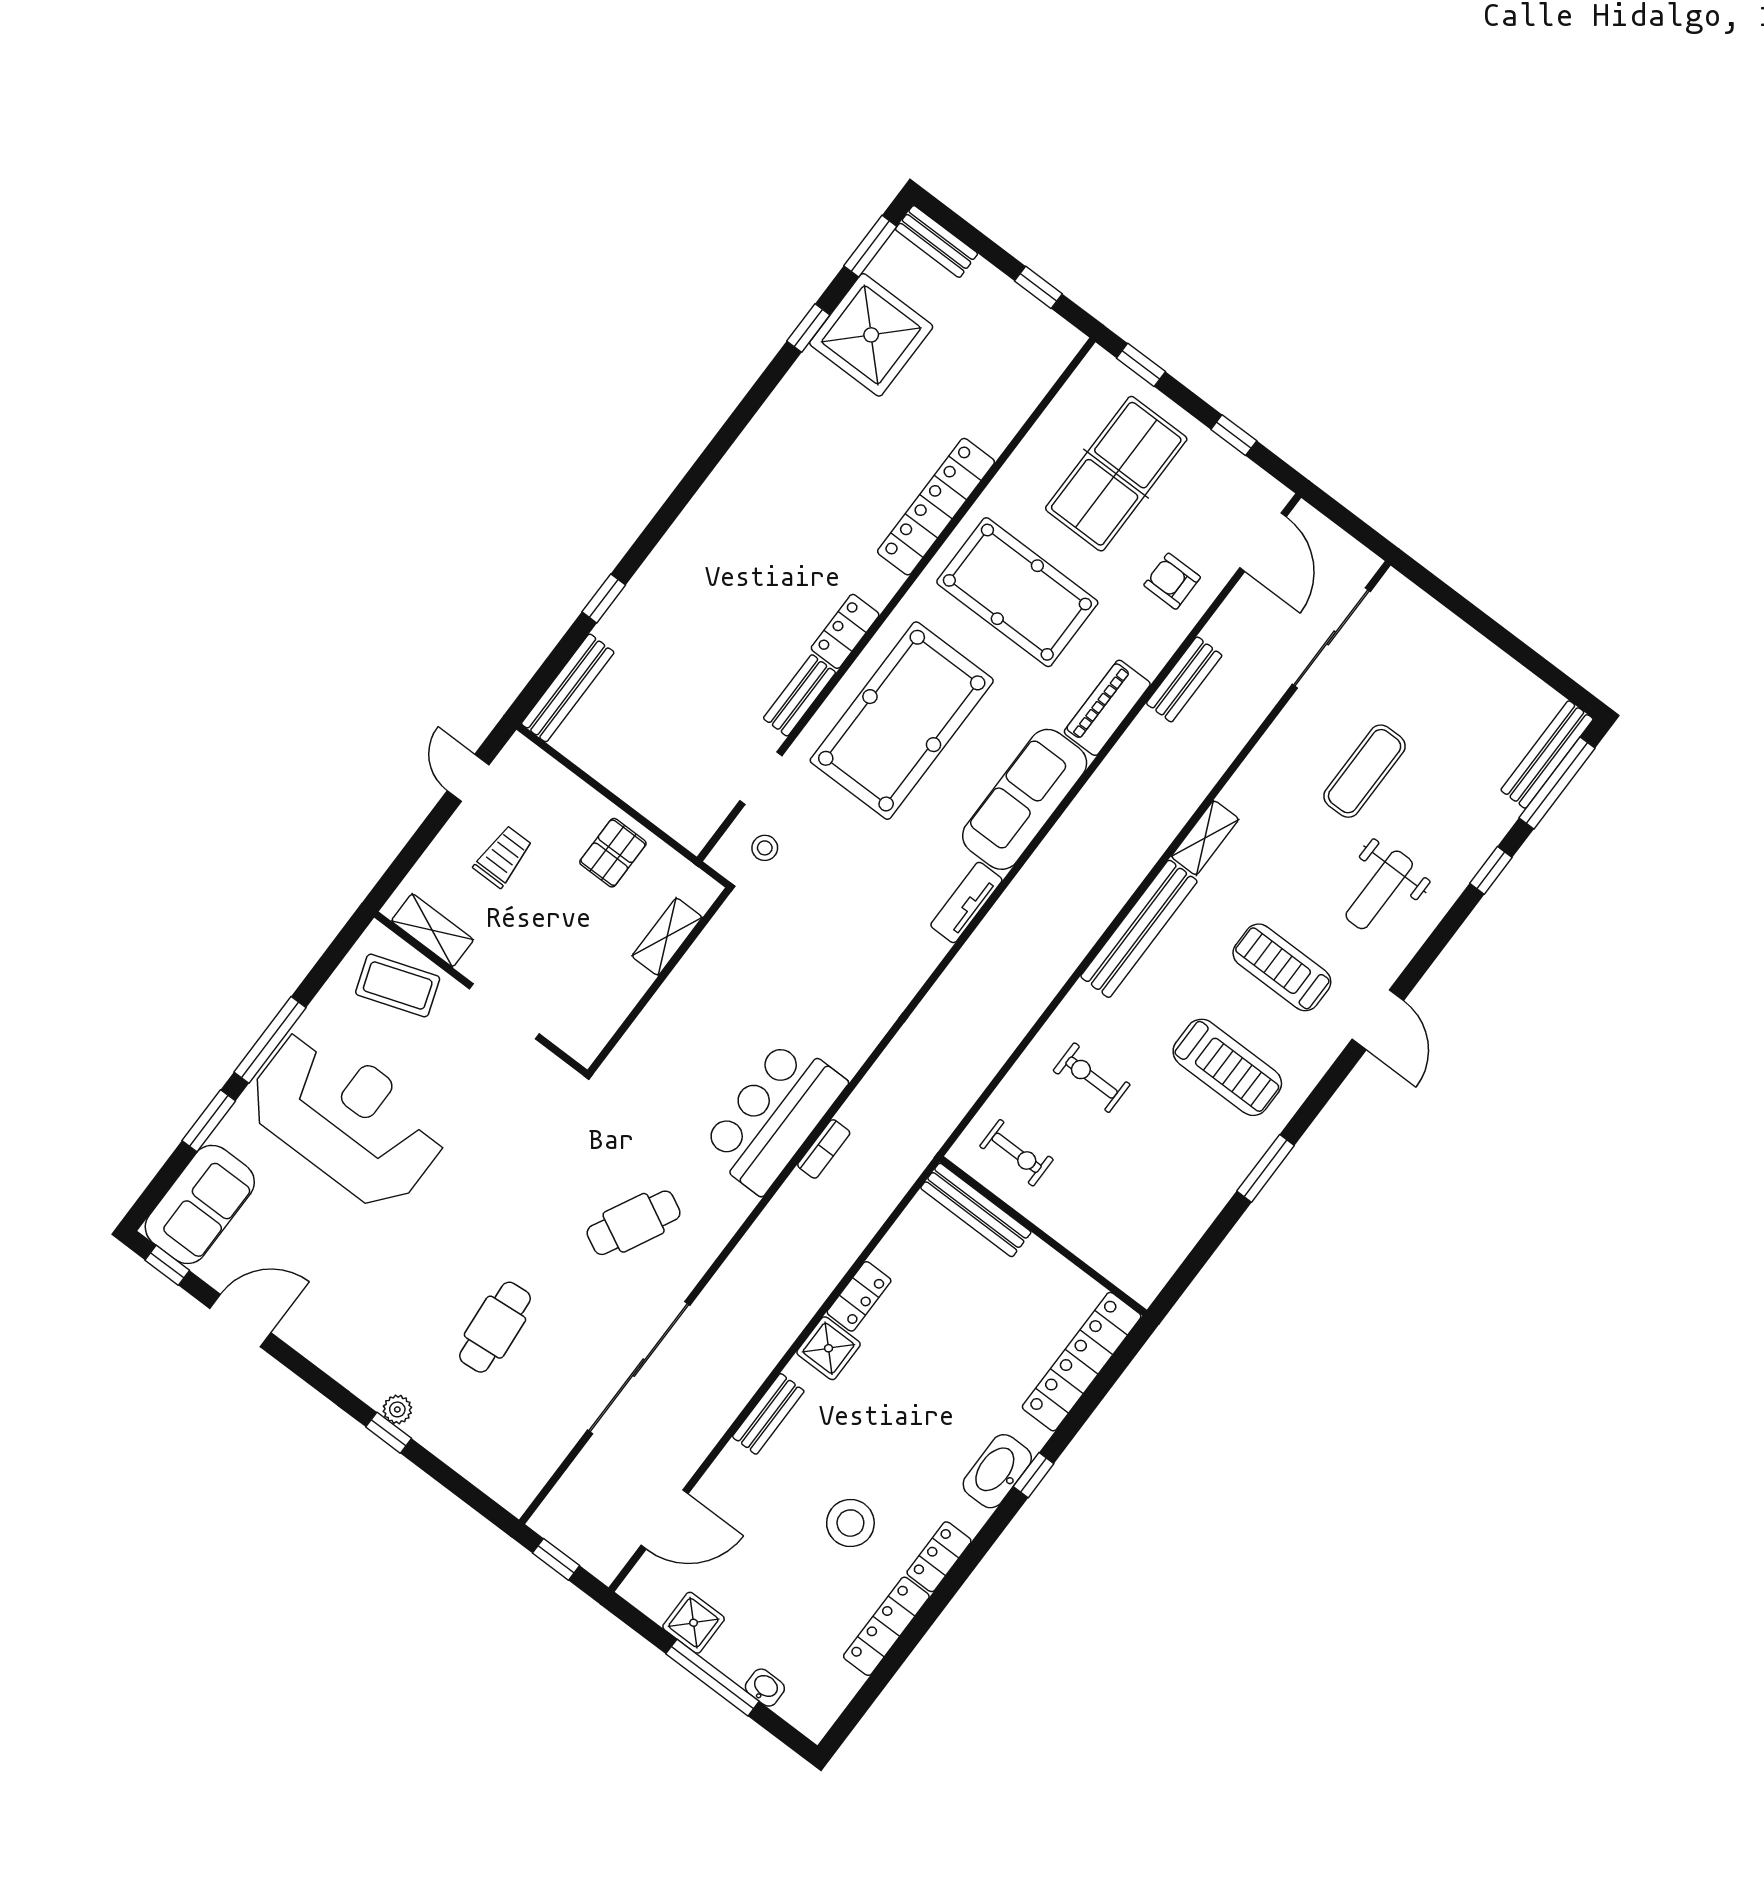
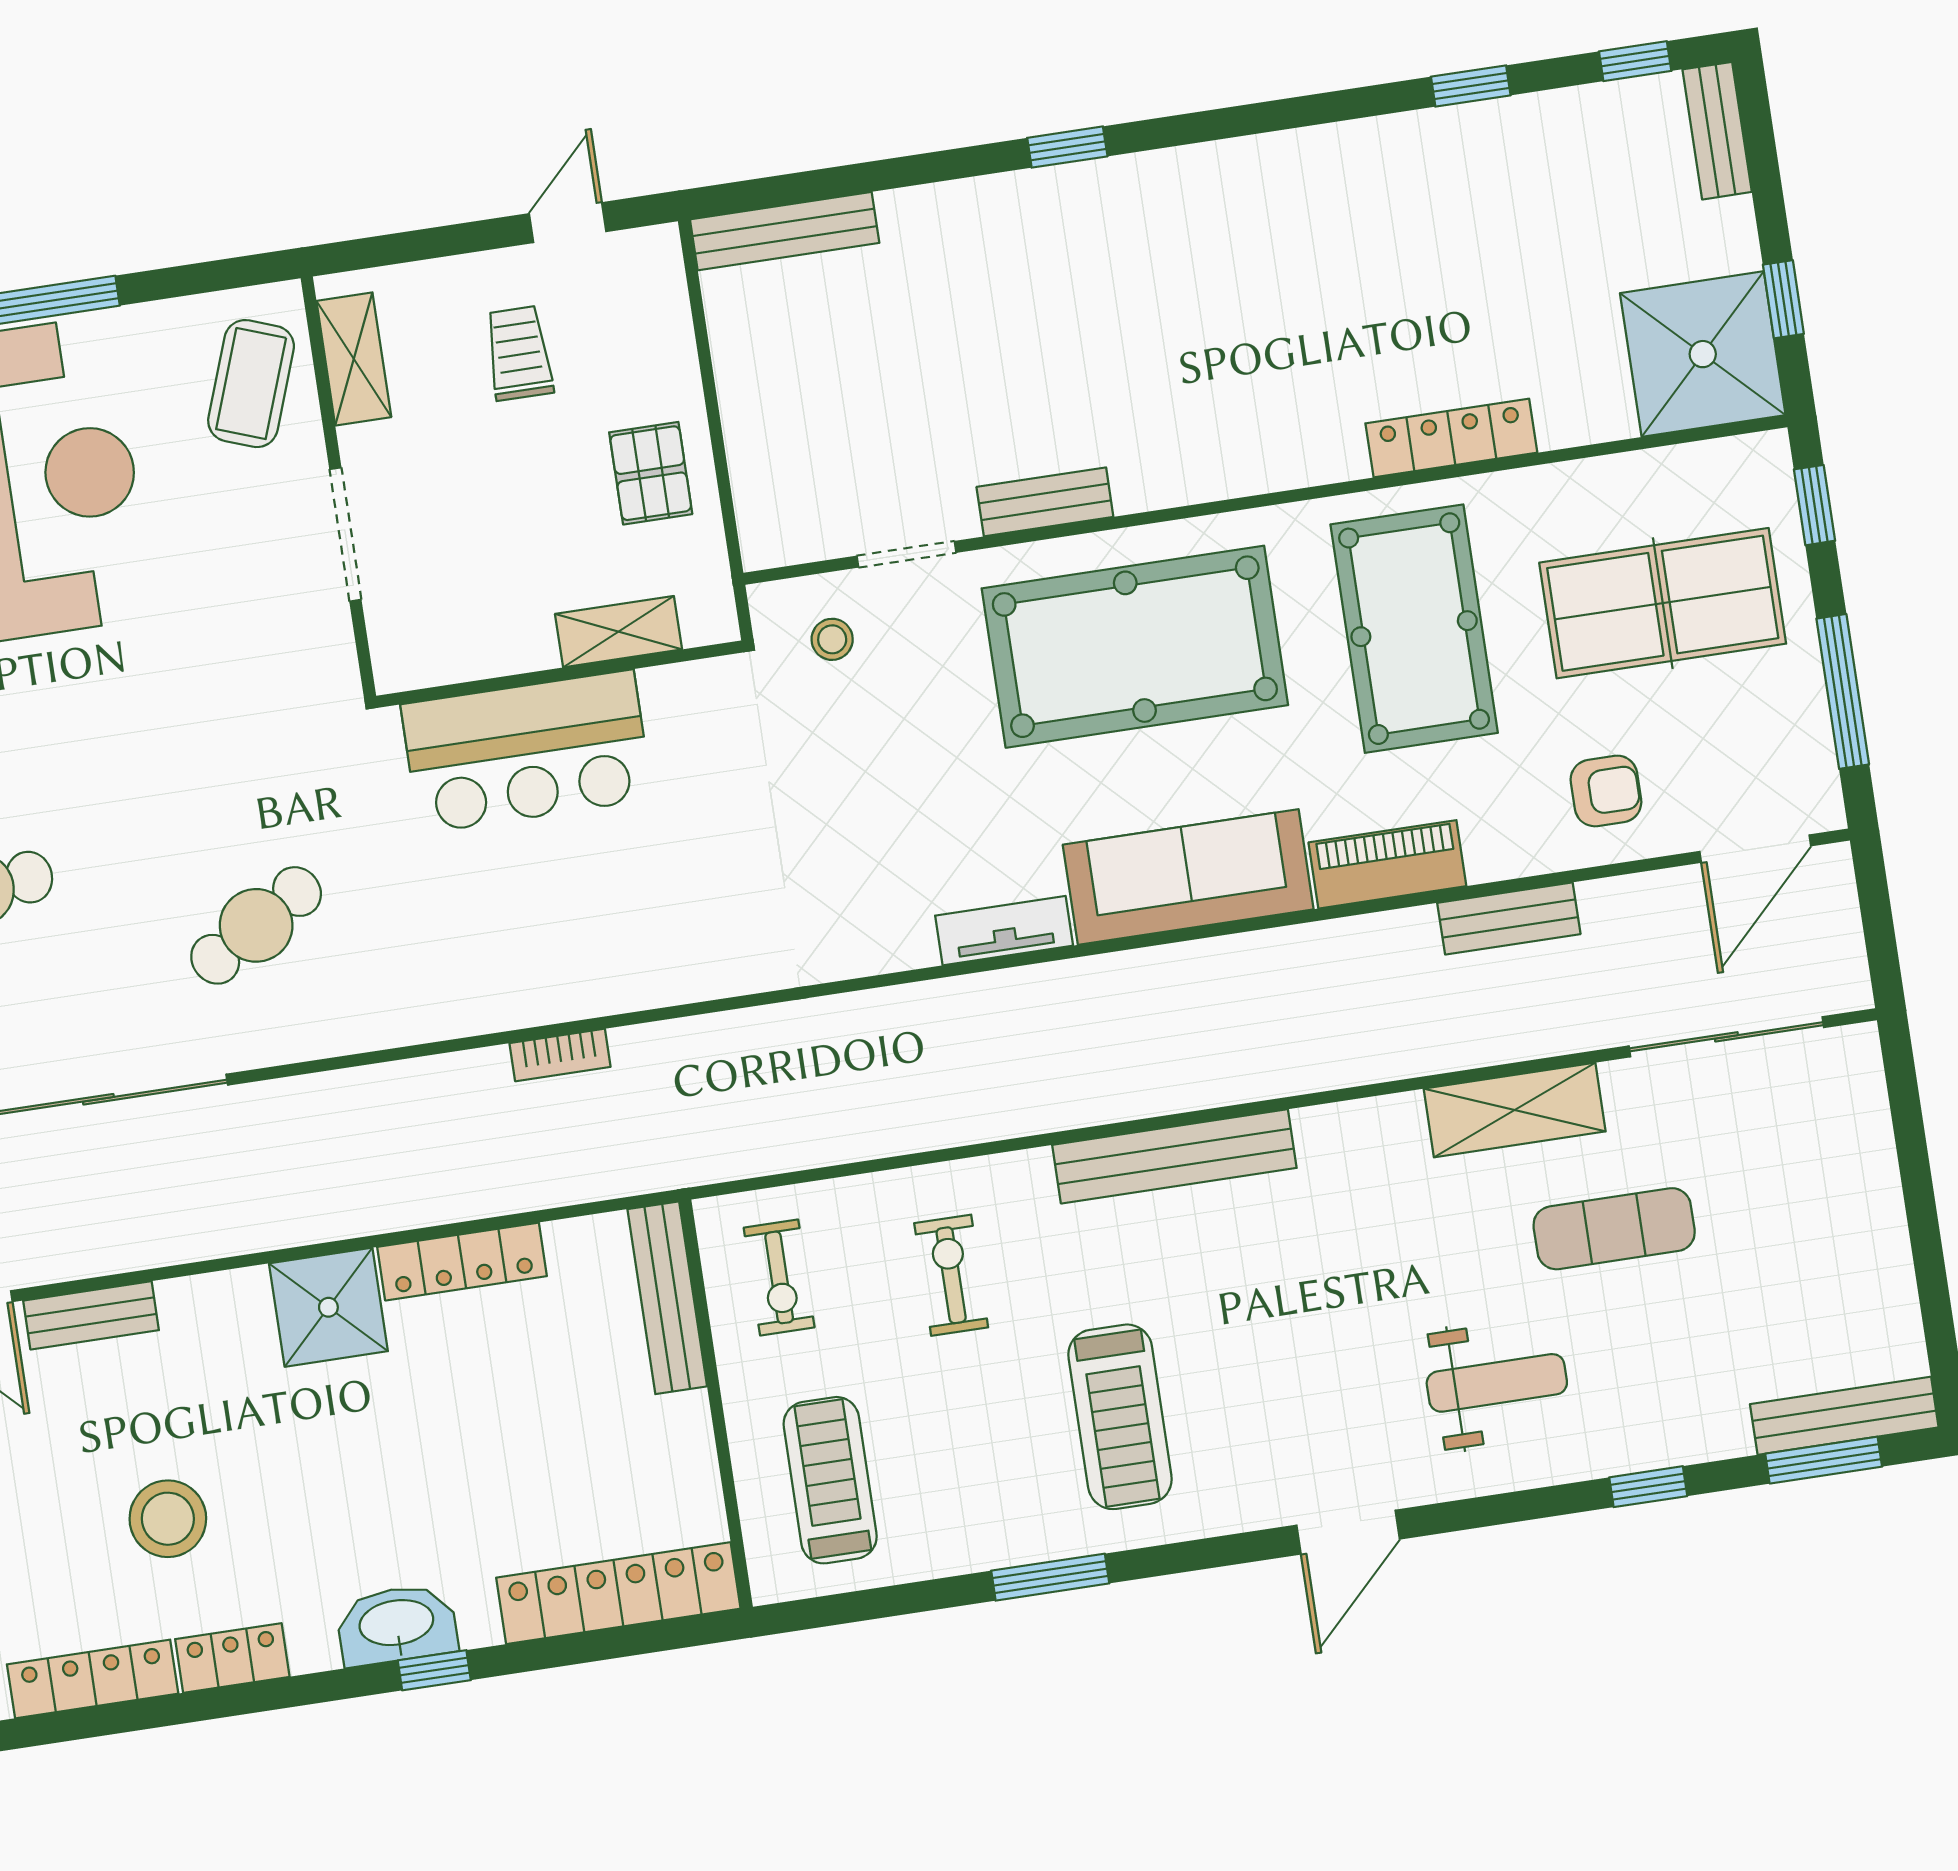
window: (870, 246) -> (1635, 61), width x0.67
shower: (871, 335) -> (1703, 354), moved
window: (1234, 435) -> (1843, 691), width x2.17
locker: (936, 507) -> (1451, 438), width x0.71, depth x0.83
armchair: (1172, 581) -> (1606, 791), turned 90
window: (604, 598) -> (1067, 147), moved
locker: (845, 631) -> (1170, 479), removed
window: (1557, 783) -> (1824, 1460), width x0.69
shelving: (1205, 838) -> (1515, 1110), moved, width x1.50, depth x1.33
pallet: (613, 853) -> (651, 473), turned 90
trolley: (503, 857) -> (519, 353), turned -90
weight bench: (1379, 890) -> (1497, 1383), turned 180
treadmill: (1282, 967) -> (830, 1480), moved
coffee table: (398, 985) -> (251, 384), turned 39
bar counter: (774, 1116) -> (527, 752), moved, turned 180
cafe table: (634, 1223) -> (256, 925), turned -58
locker: (859, 1296) -> (462, 1262), width x1.53
shower: (829, 1348) -> (328, 1307), width x1.36, depth x1.36
bench: (768, 1414) -> (91, 1315), moved

